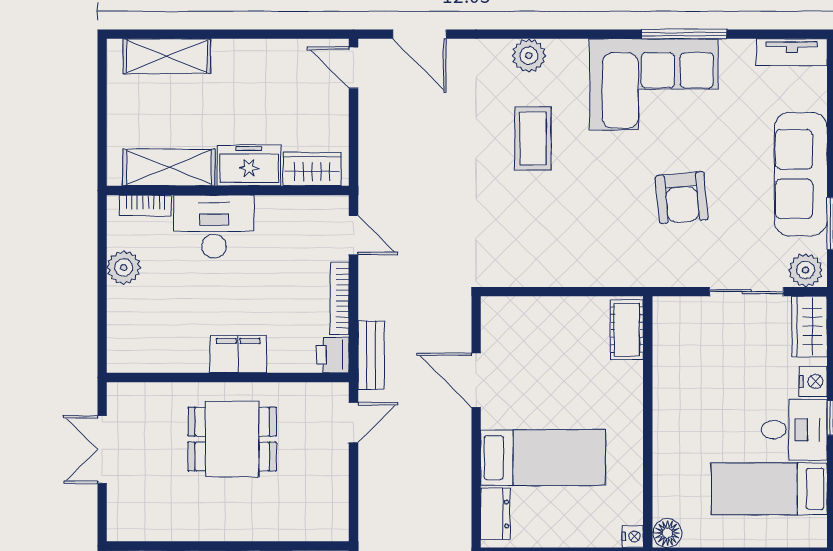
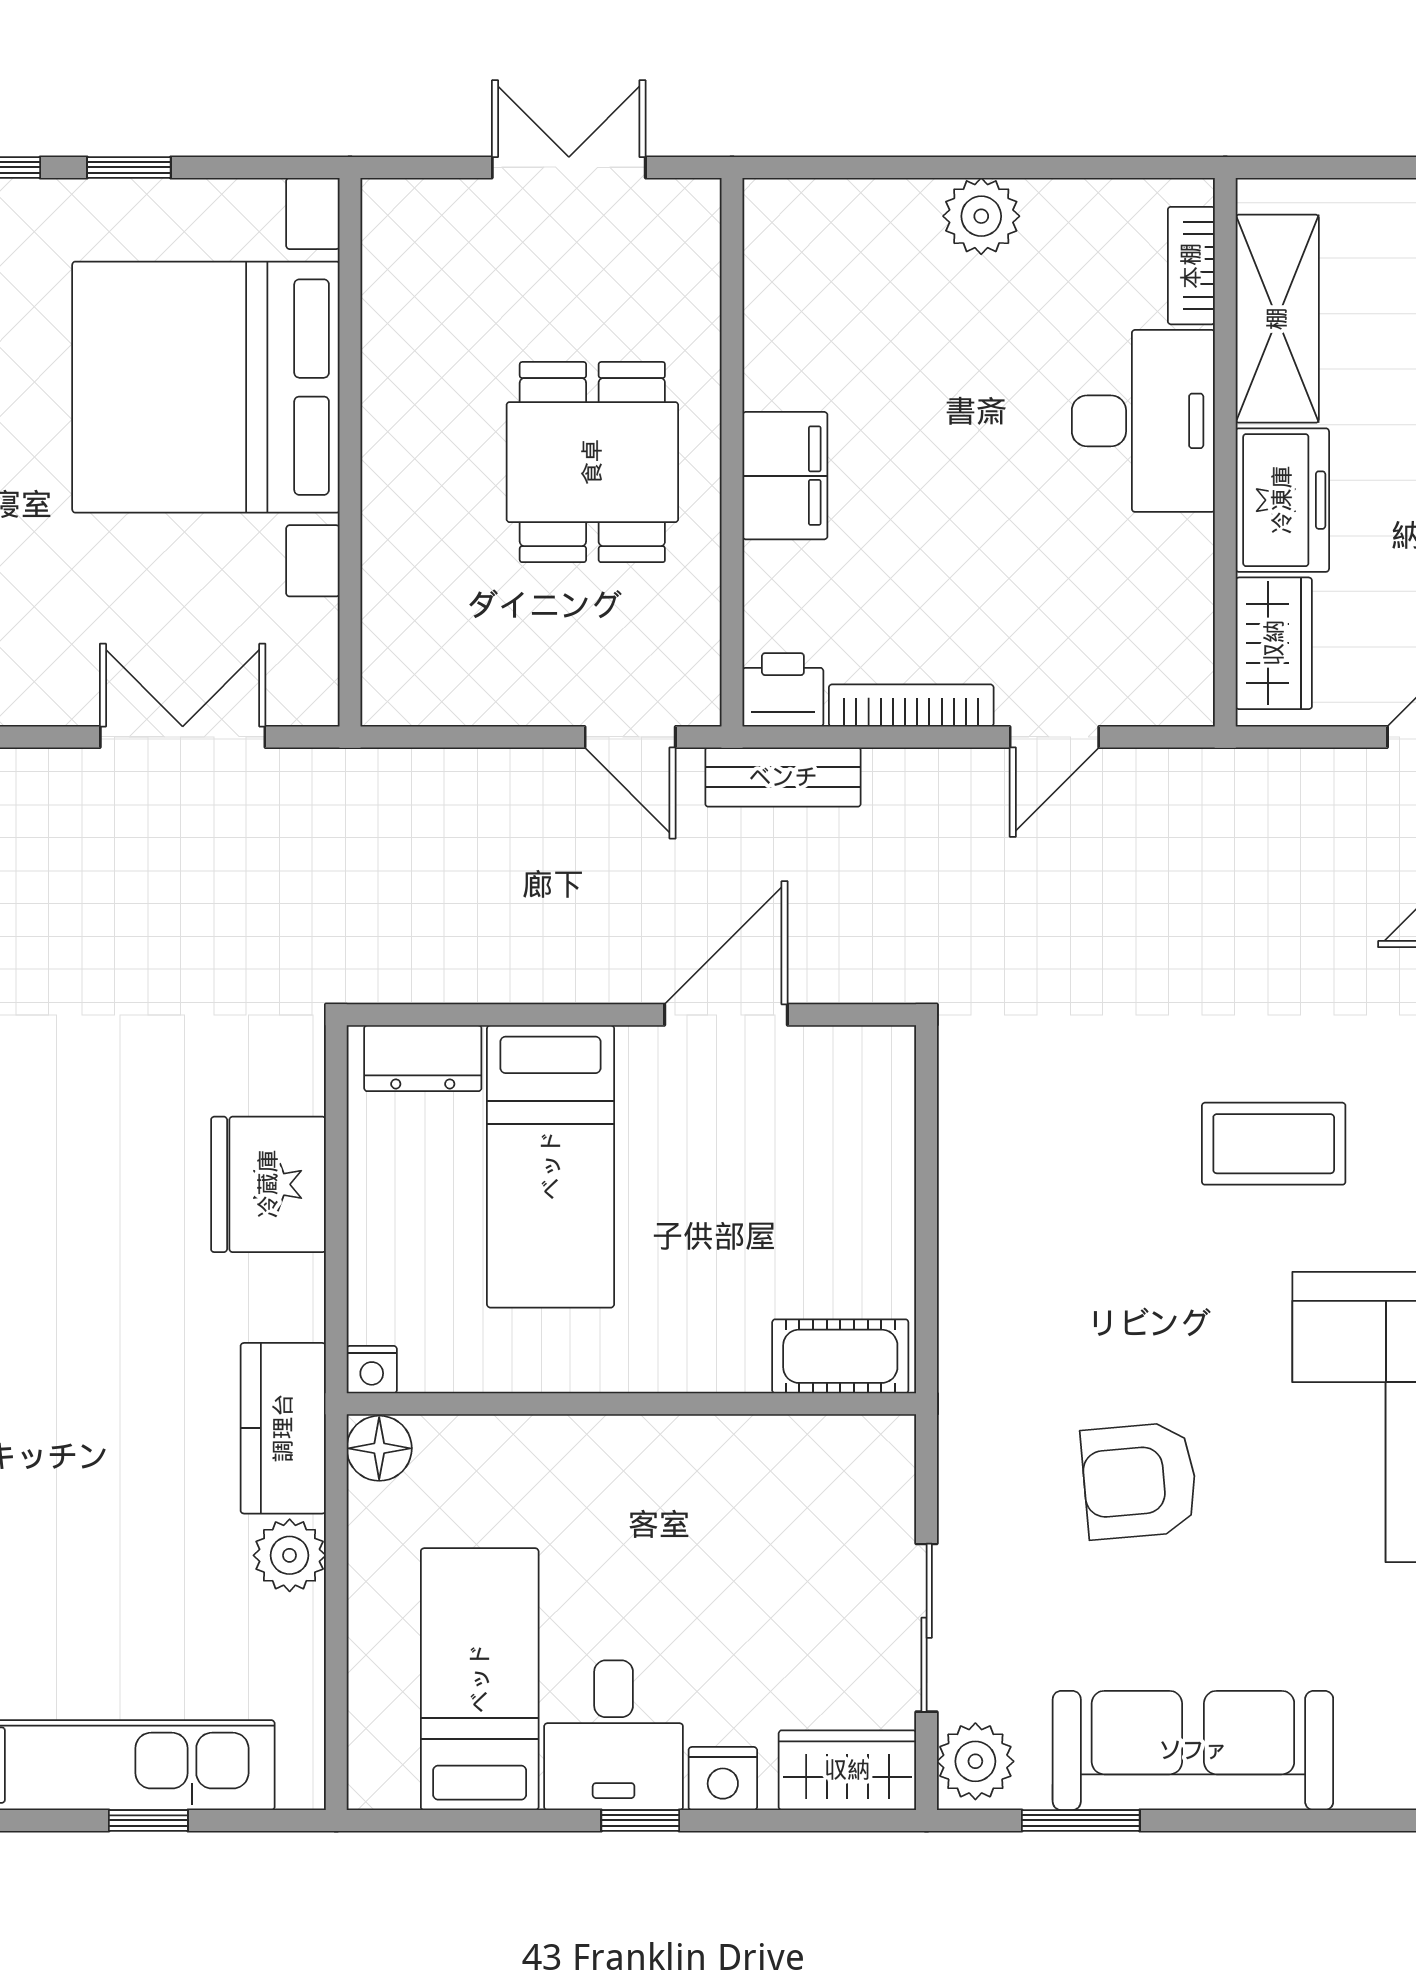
freezer: (249, 165) -> (1282, 500), moved
shelving: (169, 167) -> (1277, 319), moved
wardrobe: (312, 169) -> (1274, 643), moved
wall: (228, 190) -> (1225, 452), moved
bookcase: (145, 205) -> (1191, 266), moved
desk: (214, 227) -> (1143, 421), moved

